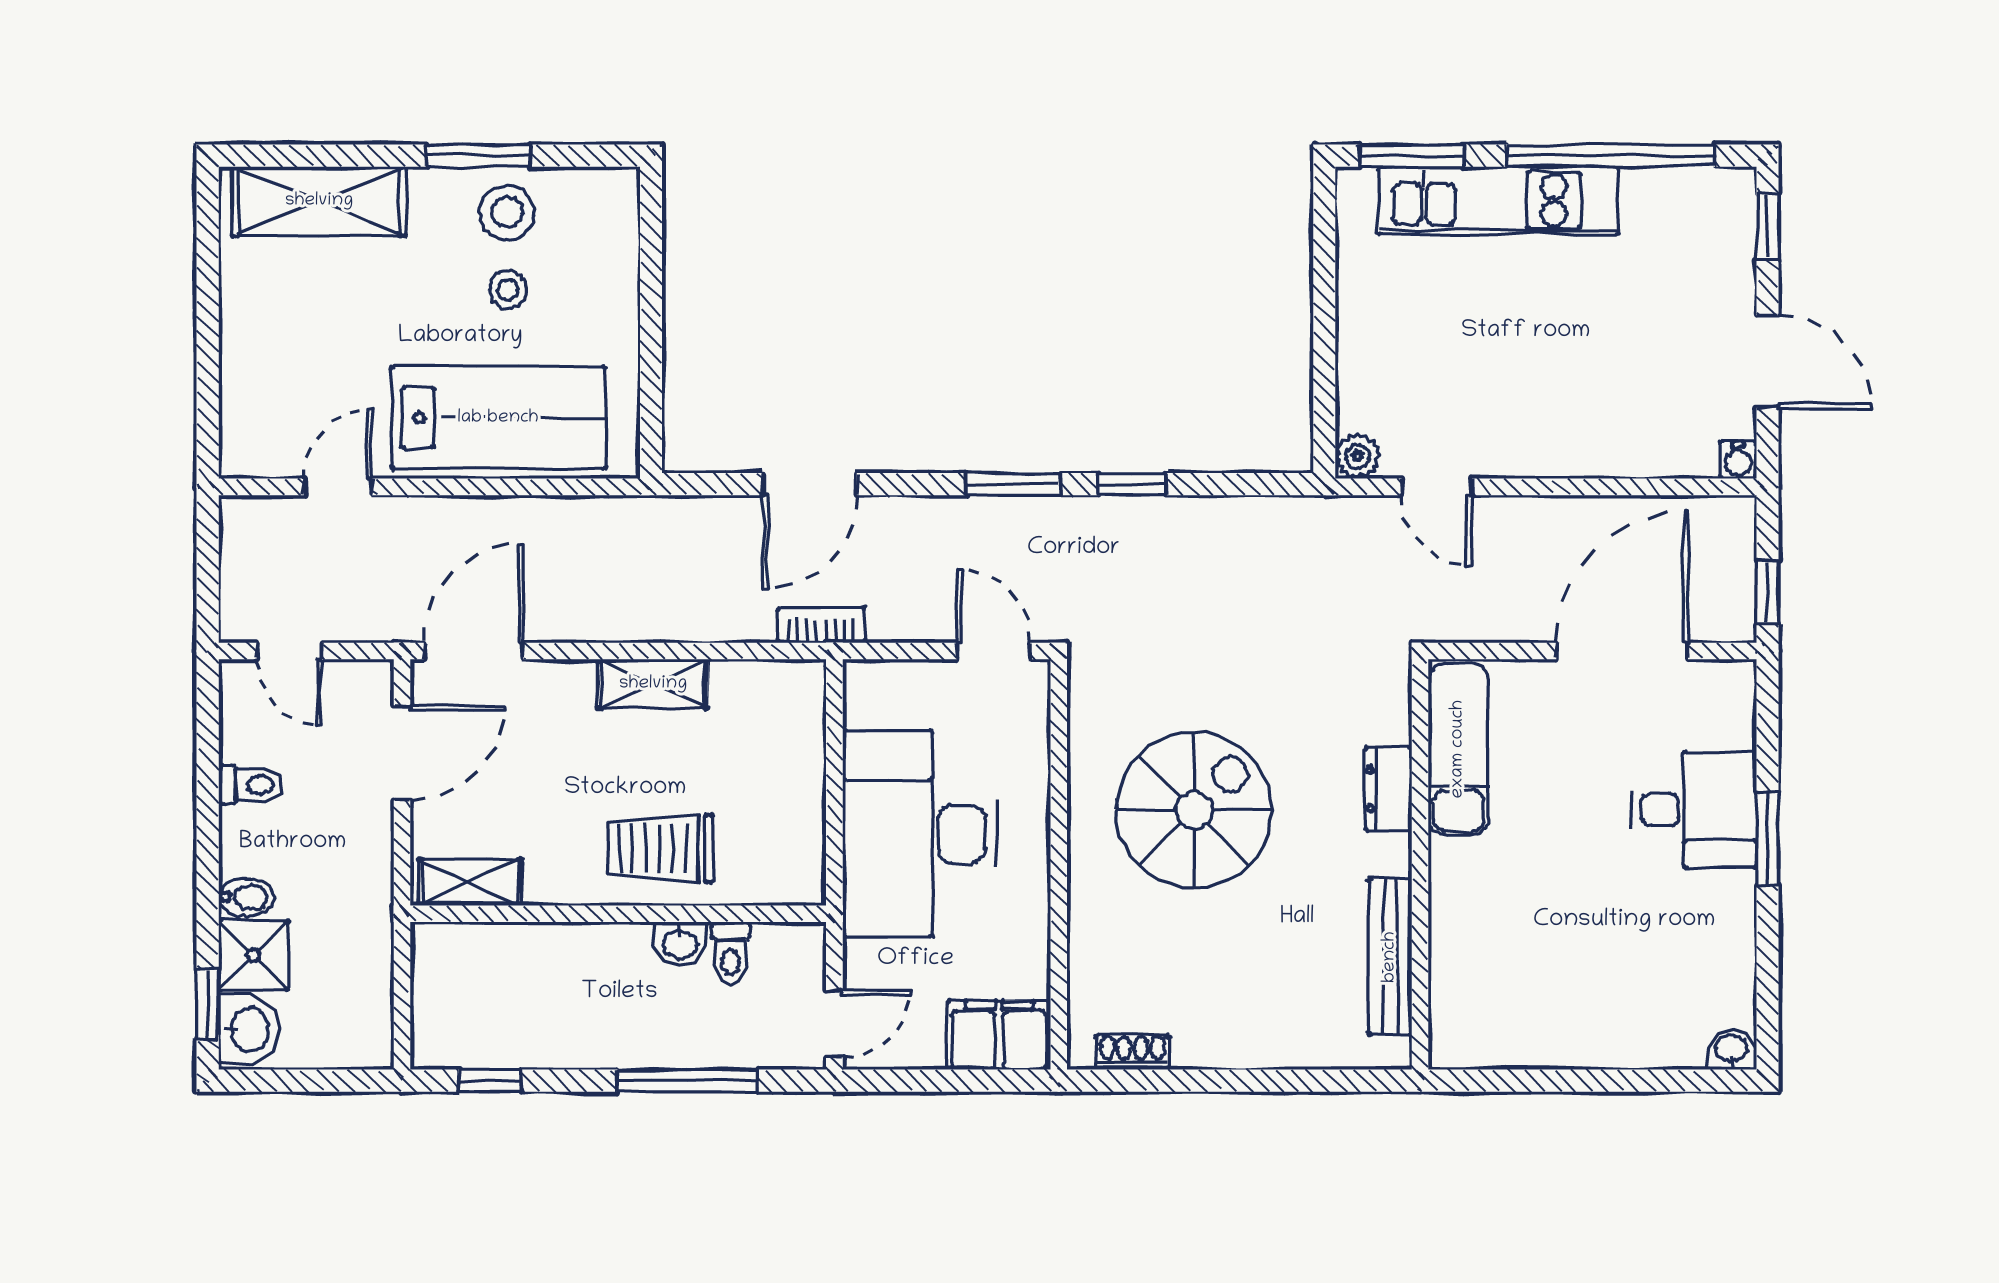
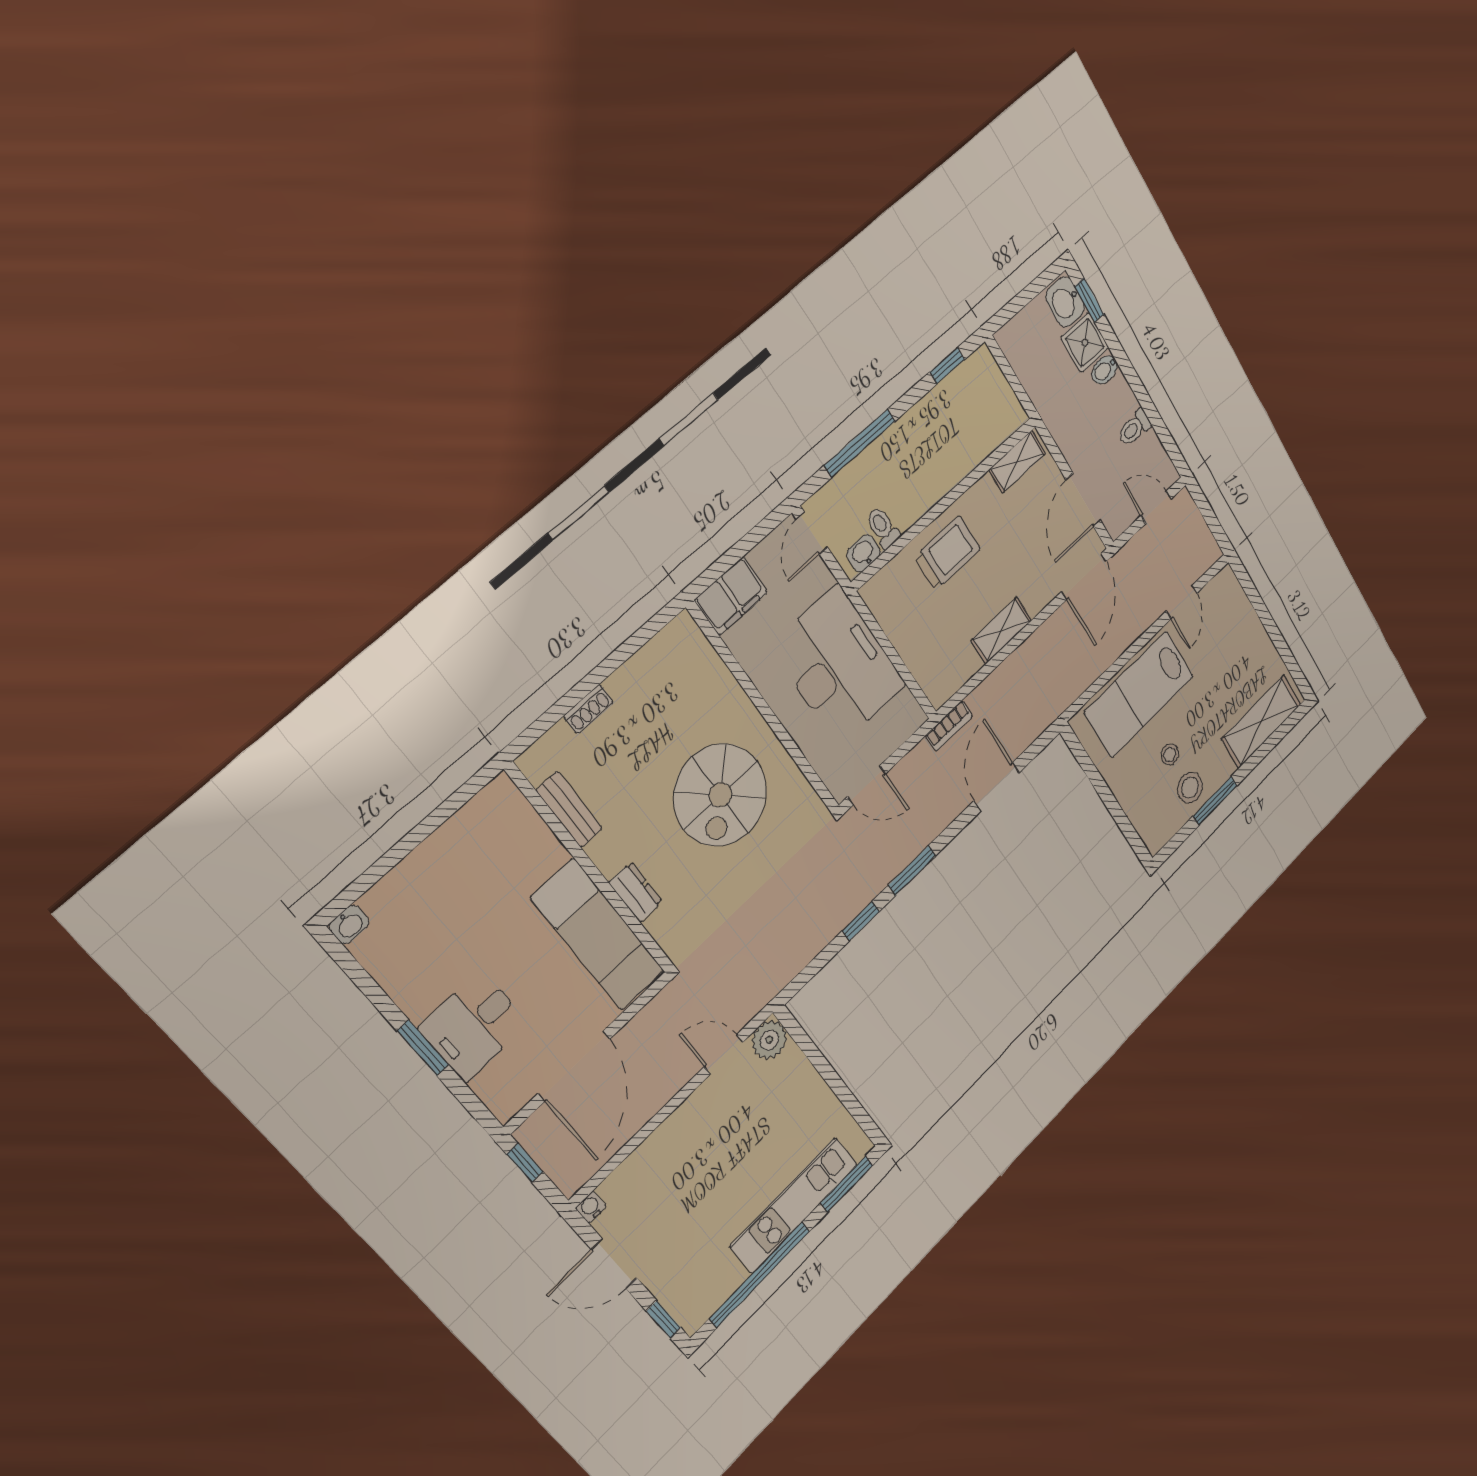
plant: (1358, 456) -> (769, 1040), width x1.38, depth x1.38
exam couch: (1458, 749) -> (598, 935), width x1.36, depth x1.45
washbasin: (680, 944) -> (863, 553), moved
bench: (1390, 957) -> (569, 809), width x0.73
shoe rack: (1133, 1052) -> (588, 709), moved

